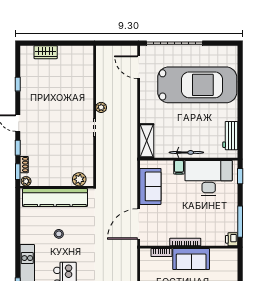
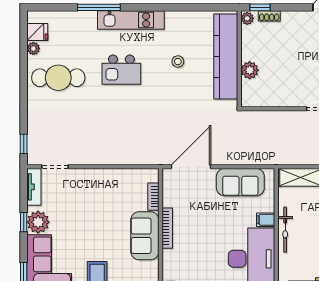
window: (18, 148) -> (291, 7), removed
plant: (79, 179) -> (250, 70), moved
door: (139, 224) -> (191, 167), hinge flipped

